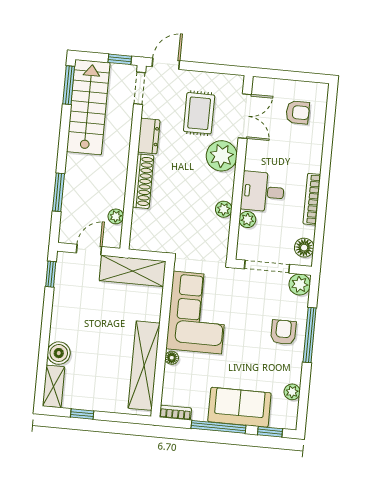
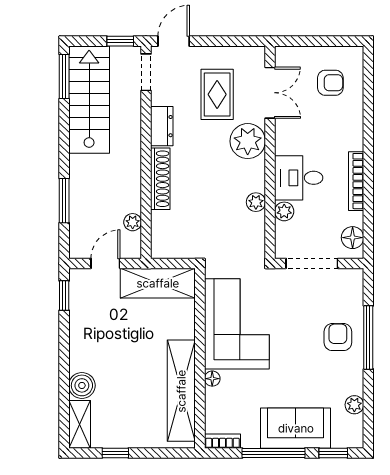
plant: (300, 284) -> (351, 280), removed

